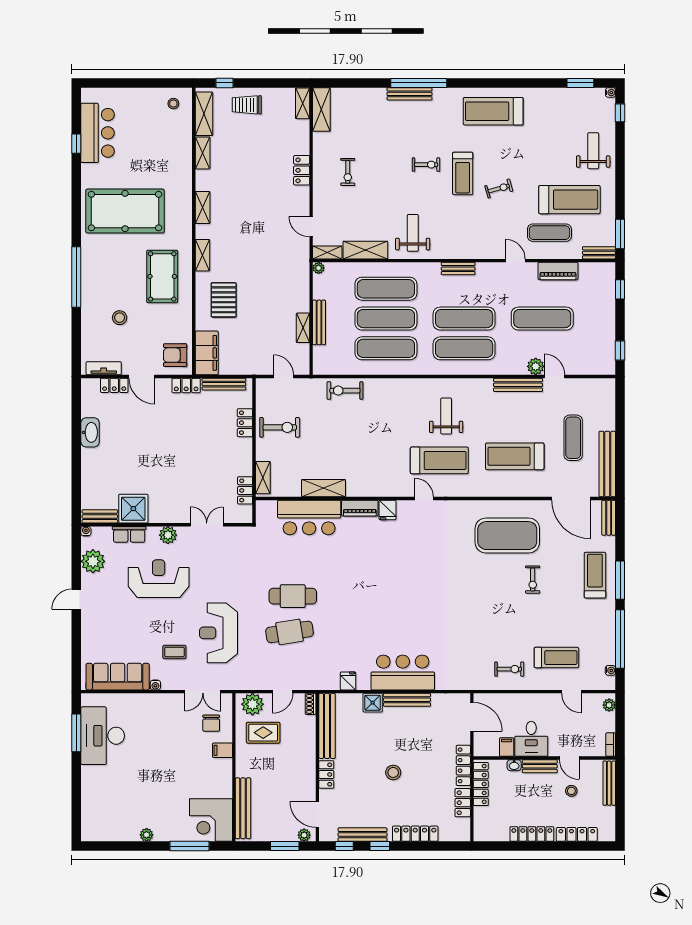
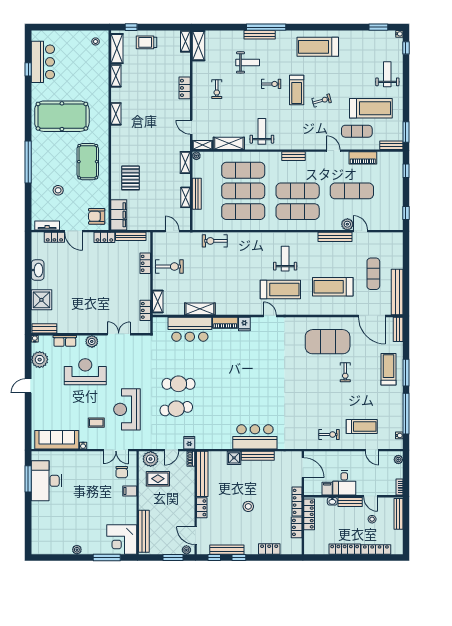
weight bench: (392, 134) -> (248, 62), added
shelving: (202, 255) -> (185, 162), moved
shower: (133, 509) -> (41, 300), moved
fridge: (348, 681) -> (189, 443), moved
locker: (415, 834) -> (269, 549), width x0.66

